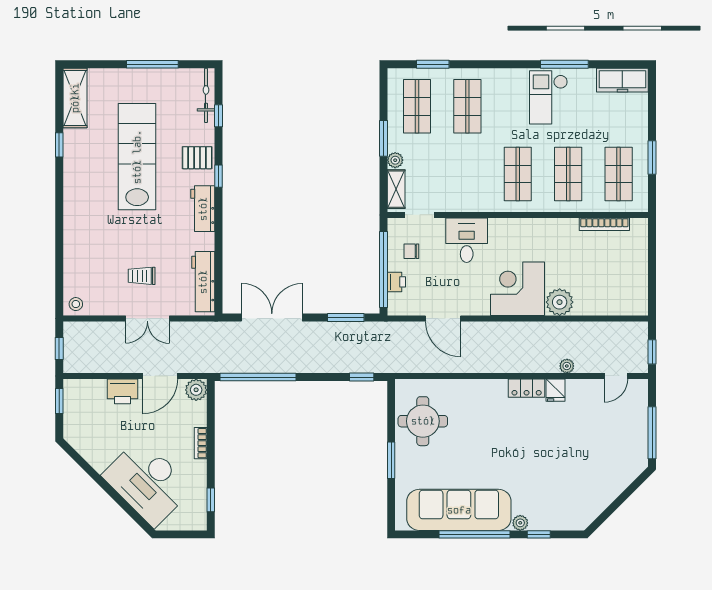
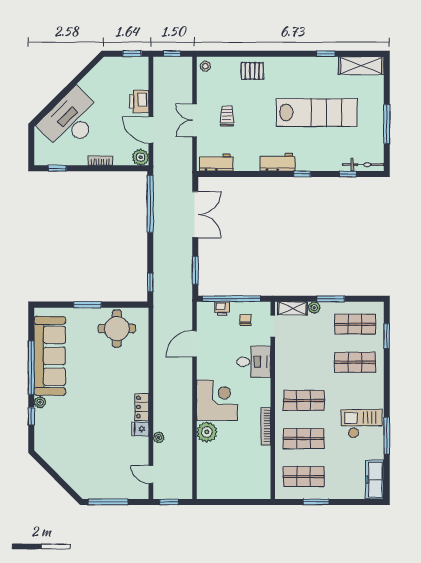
pallet: (197, 158) -> (252, 71), moved, turned 90
bookcase: (604, 224) -> (266, 426), moved
workbench: (203, 282) -> (216, 163), width x0.73

